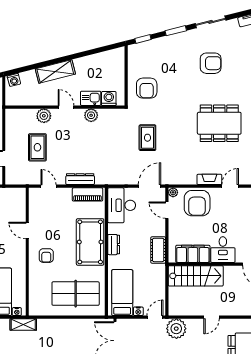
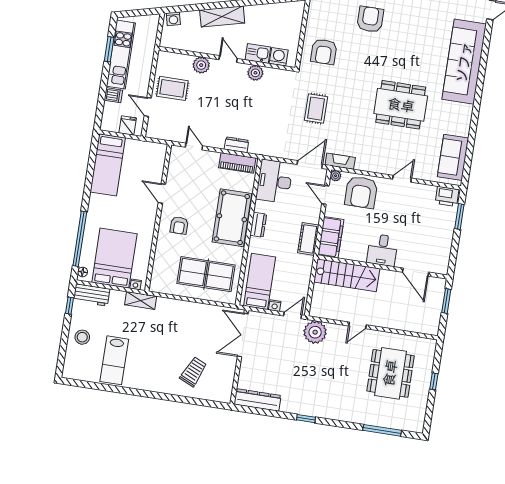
armchair: (211, 63) -> (370, 19), moved, turned -90
rug: (37, 147) -> (172, 88), moved, turned 90
dresser: (80, 179) -> (236, 145), width x0.70
fireplace: (209, 179) -> (340, 161), moved
filing cabinet: (193, 254) -> (331, 237), moved, turned 90

